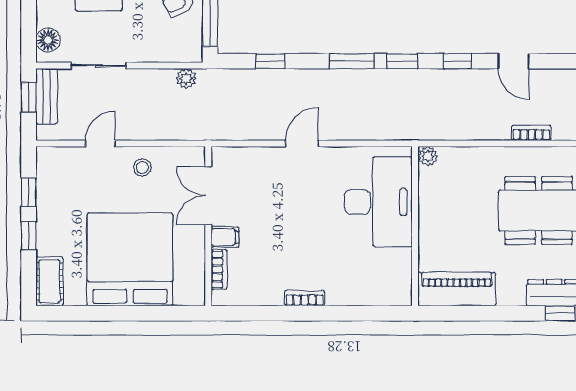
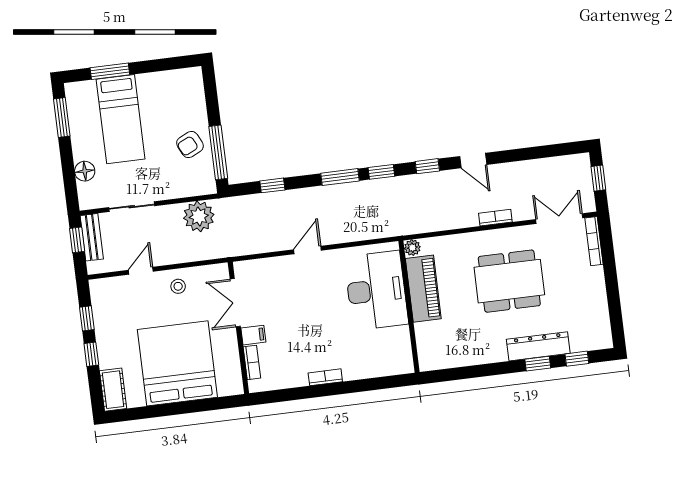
floor lamp: (48, 40) -> (85, 171), moved
plant: (186, 78) -> (199, 216), width x1.88, depth x1.88
piano: (457, 289) -> (423, 289), moved, turned 90

